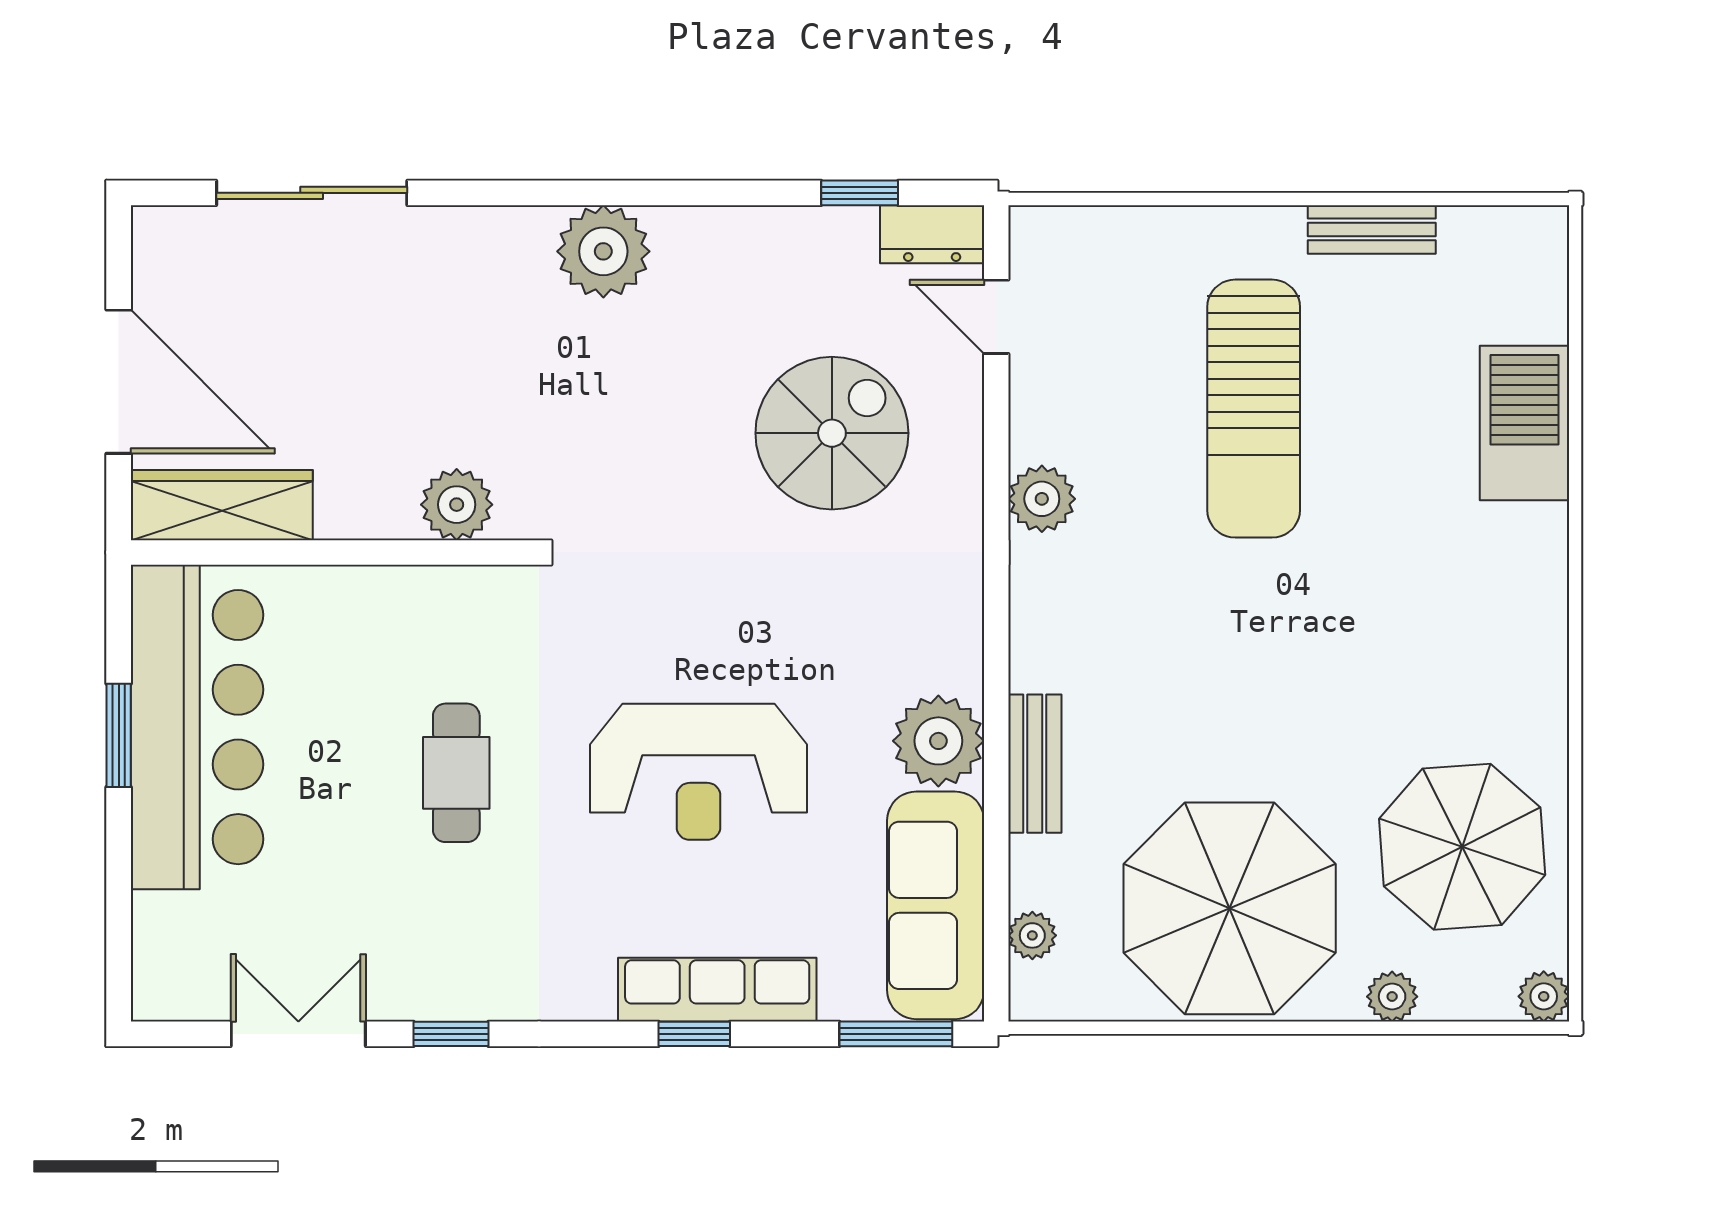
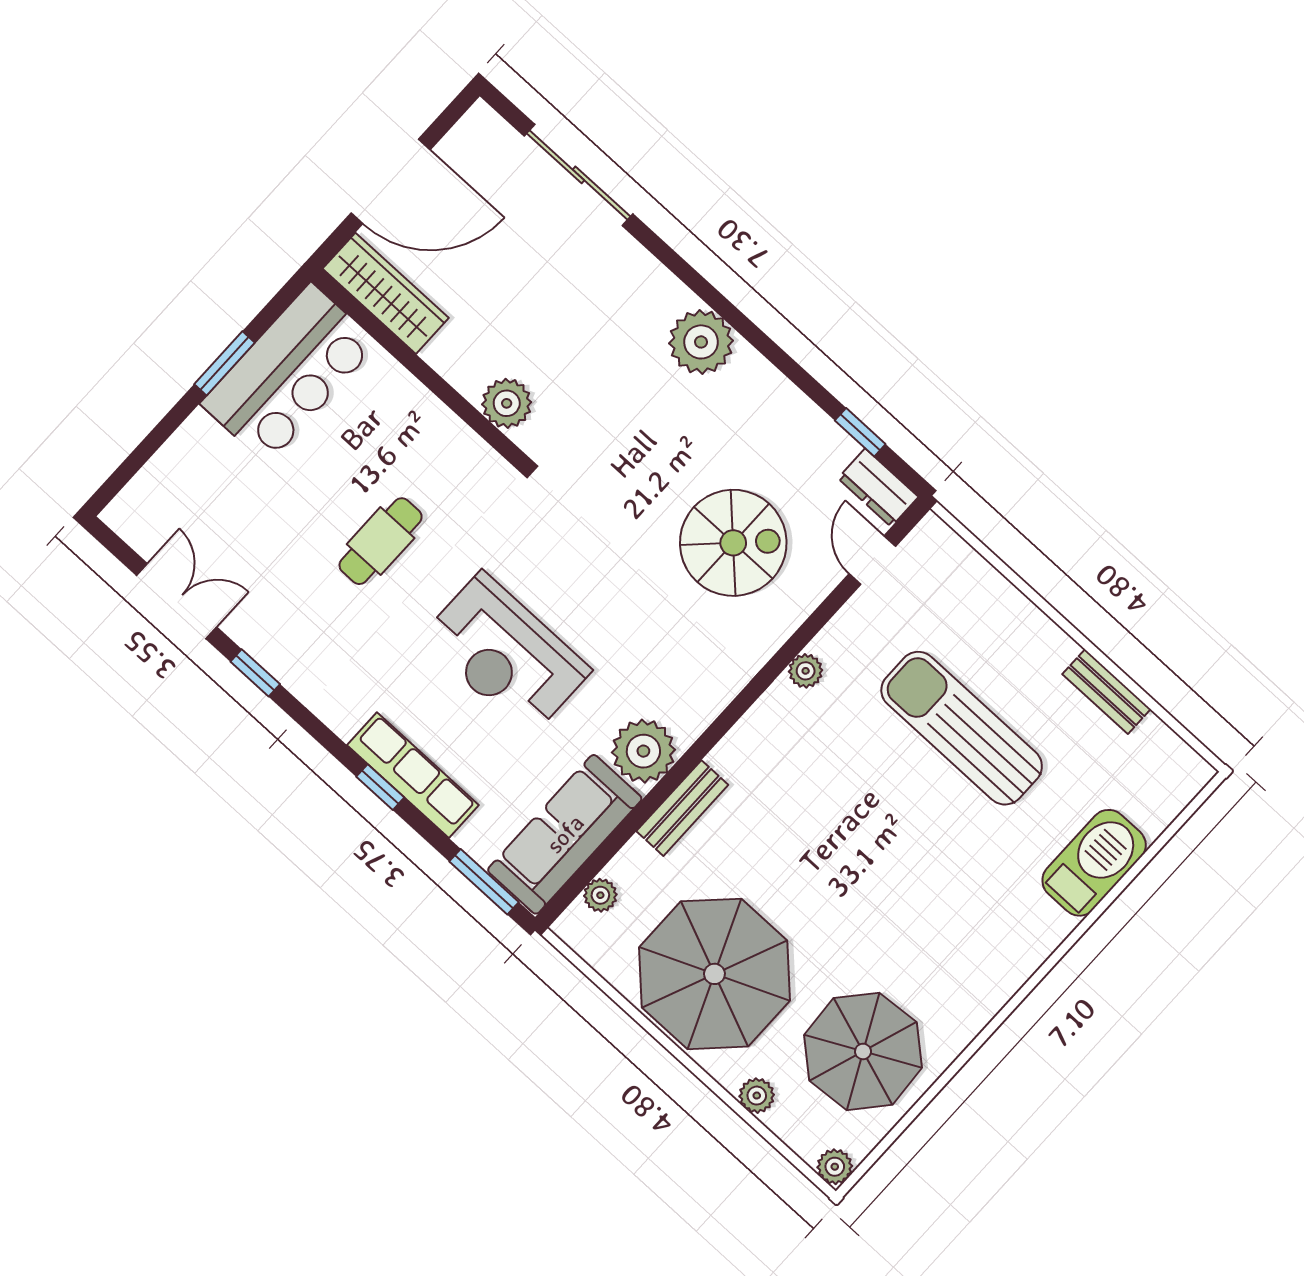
door: (119, 382) -> (391, 181), hinge flipped
sun lounger: (1254, 409) -> (962, 728), turned 90
plant: (1042, 499) -> (806, 671), width x0.73, depth x0.73
bar counter: (197, 727) -> (289, 374), width x0.73

